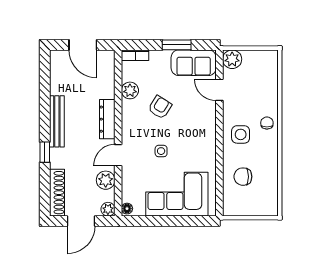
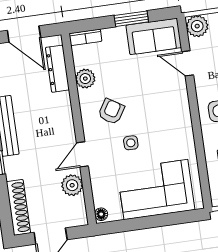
armchair: (160, 107) -> (111, 111), moved
dresser: (107, 119) -> (57, 69), moved
plant: (108, 209) -> (79, 218), removed

